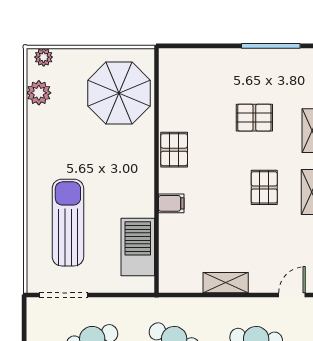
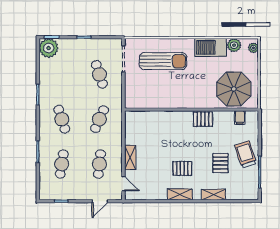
trolley: (239, 72) -> (246, 154), added
filing cabinet: (171, 203) -> (240, 118), moved
barbecue: (138, 247) -> (211, 47), moved, turned 180
shelving: (226, 283) -> (130, 158), moved

